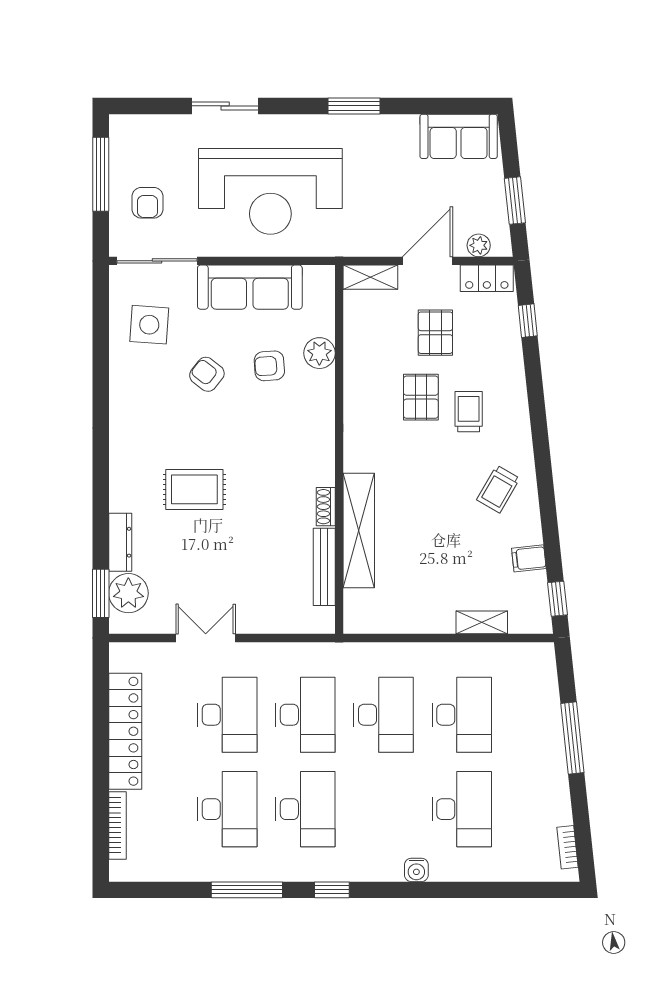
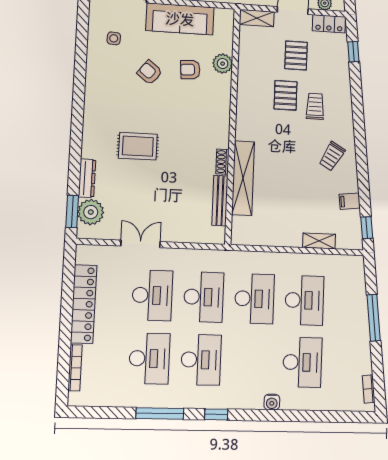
side table: (149, 325) -> (114, 38), width x0.54, depth x0.54

